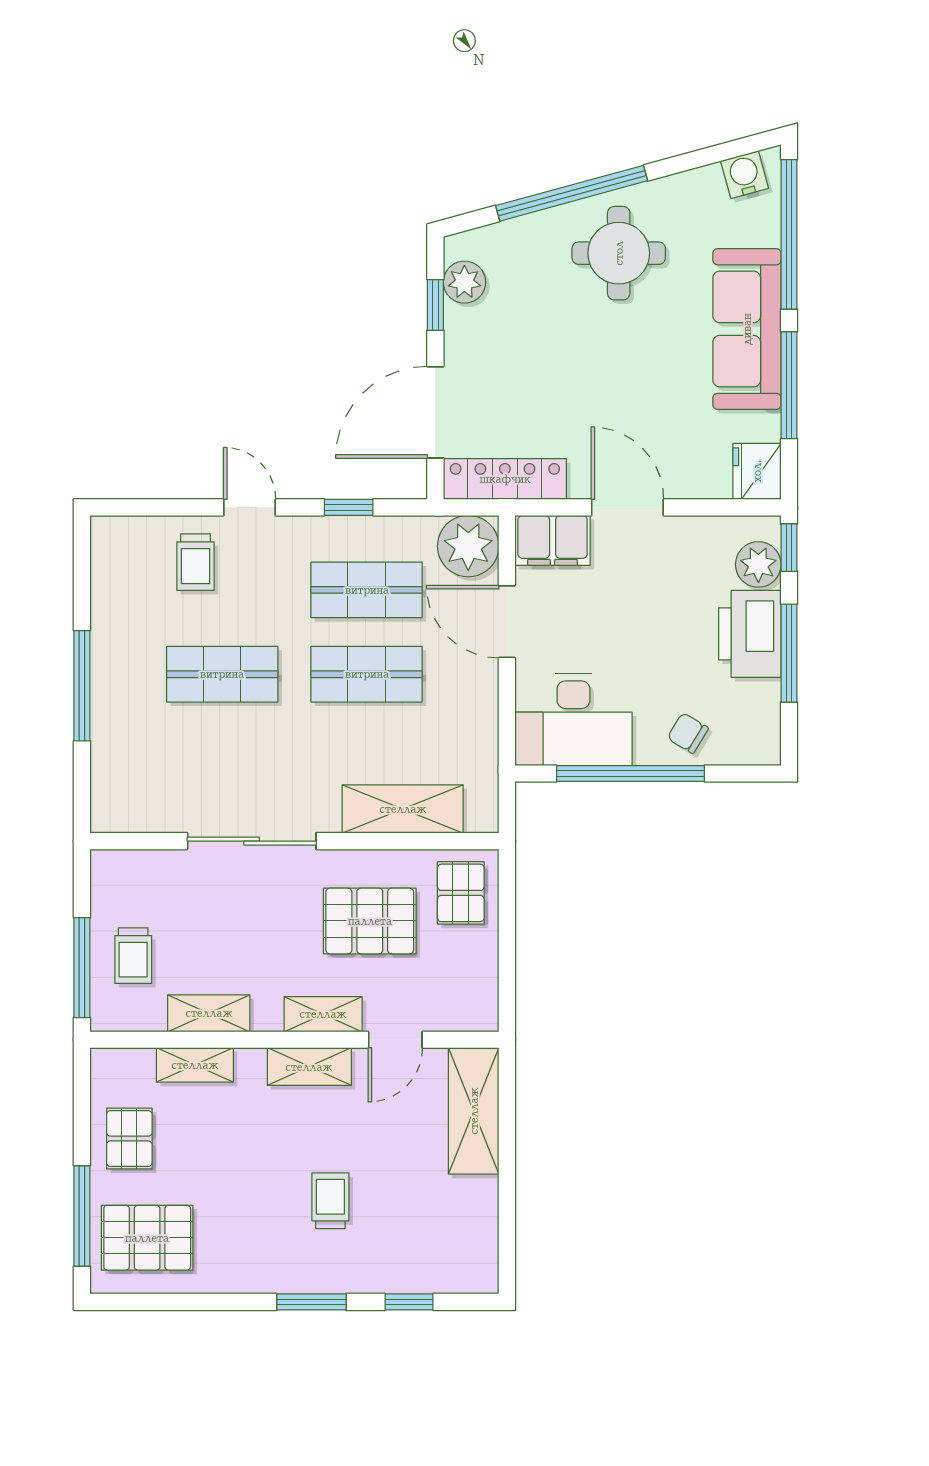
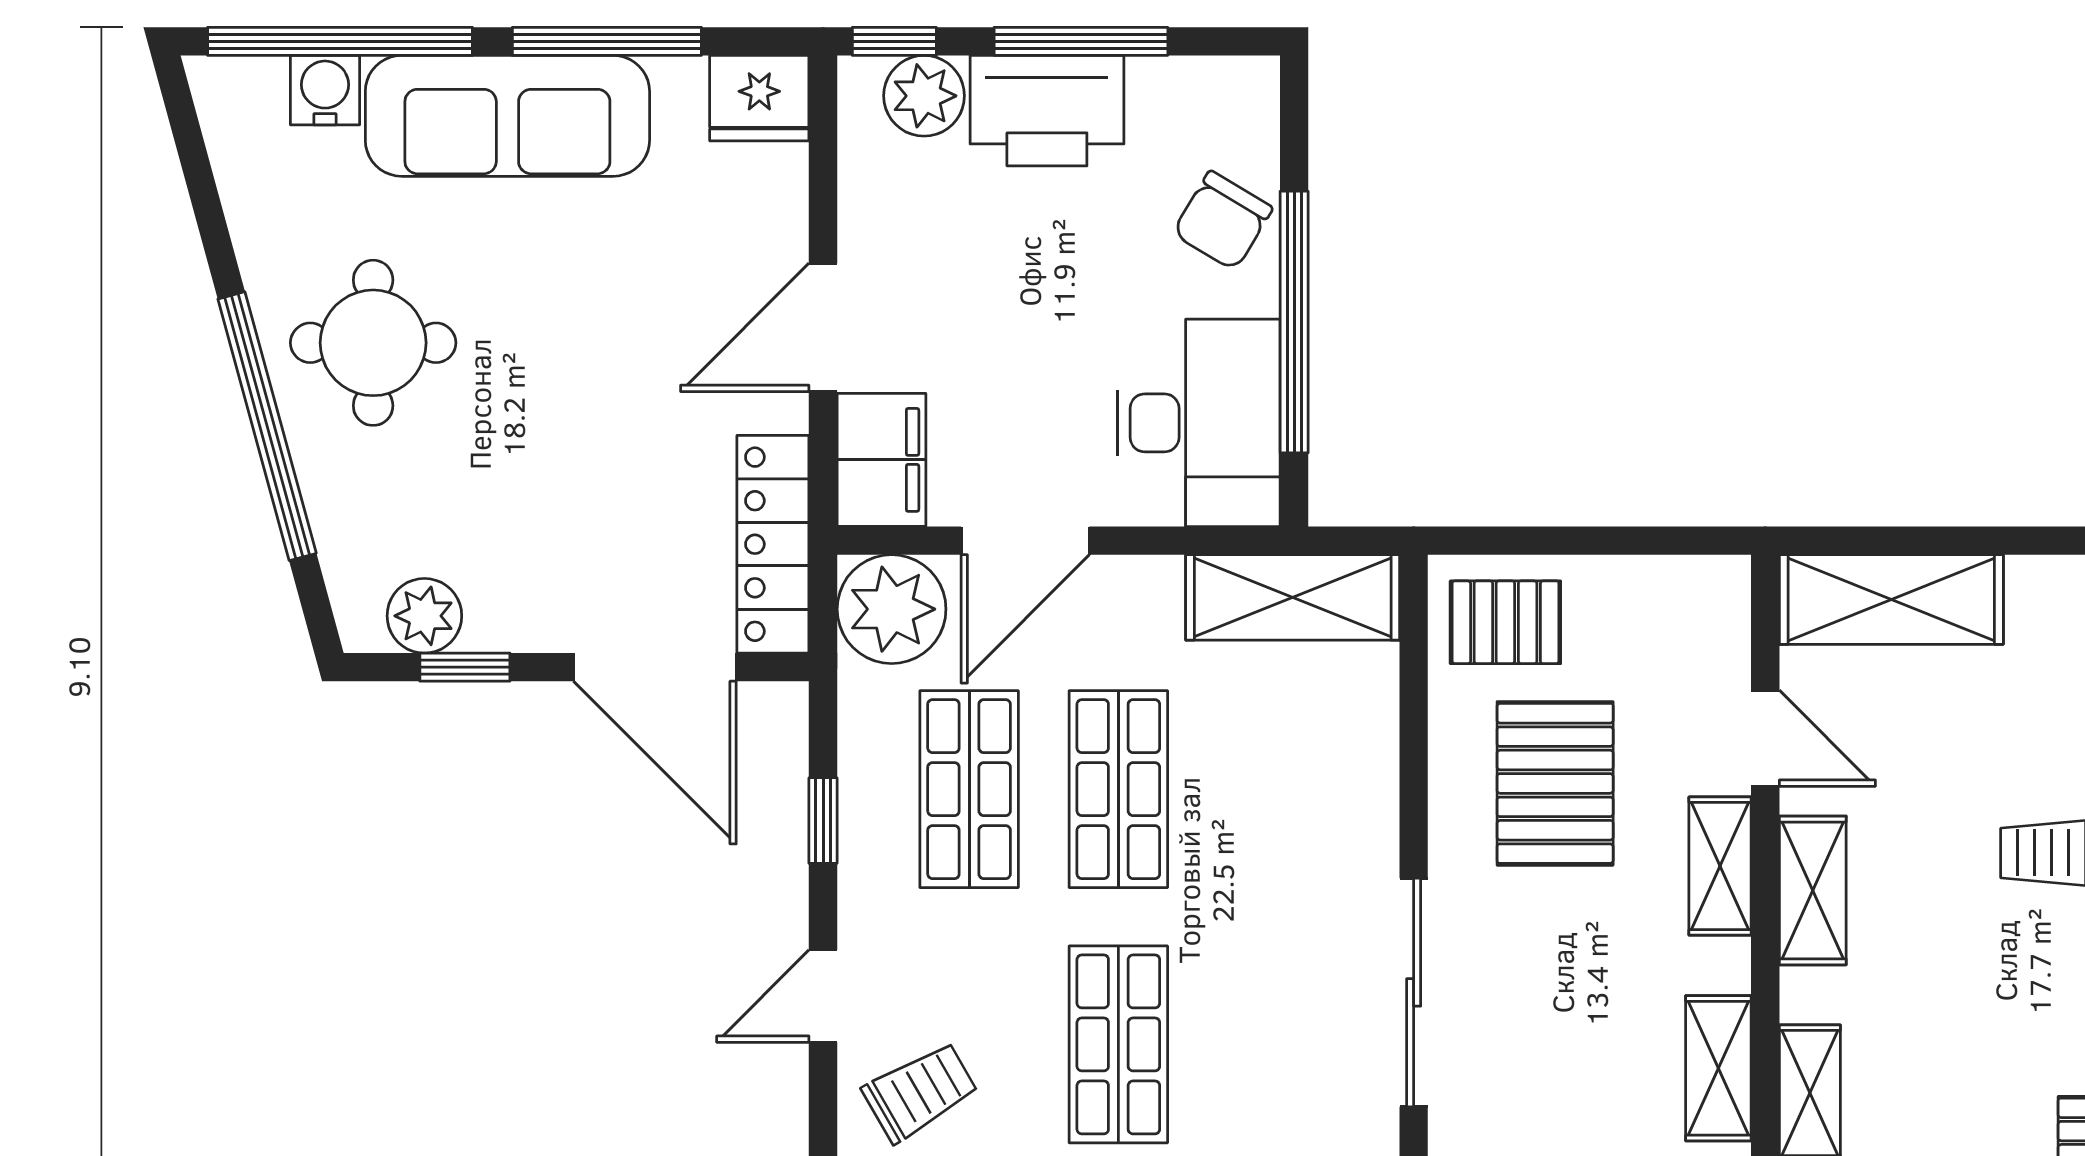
water cooler: (745, 175) -> (325, 90), moved, turned 105
trolley: (195, 562) -> (920, 1092), turned -30
chair: (688, 733) -> (1223, 221), width x1.37, depth x1.37
shelving: (403, 809) -> (1293, 597), moved, turned 90

